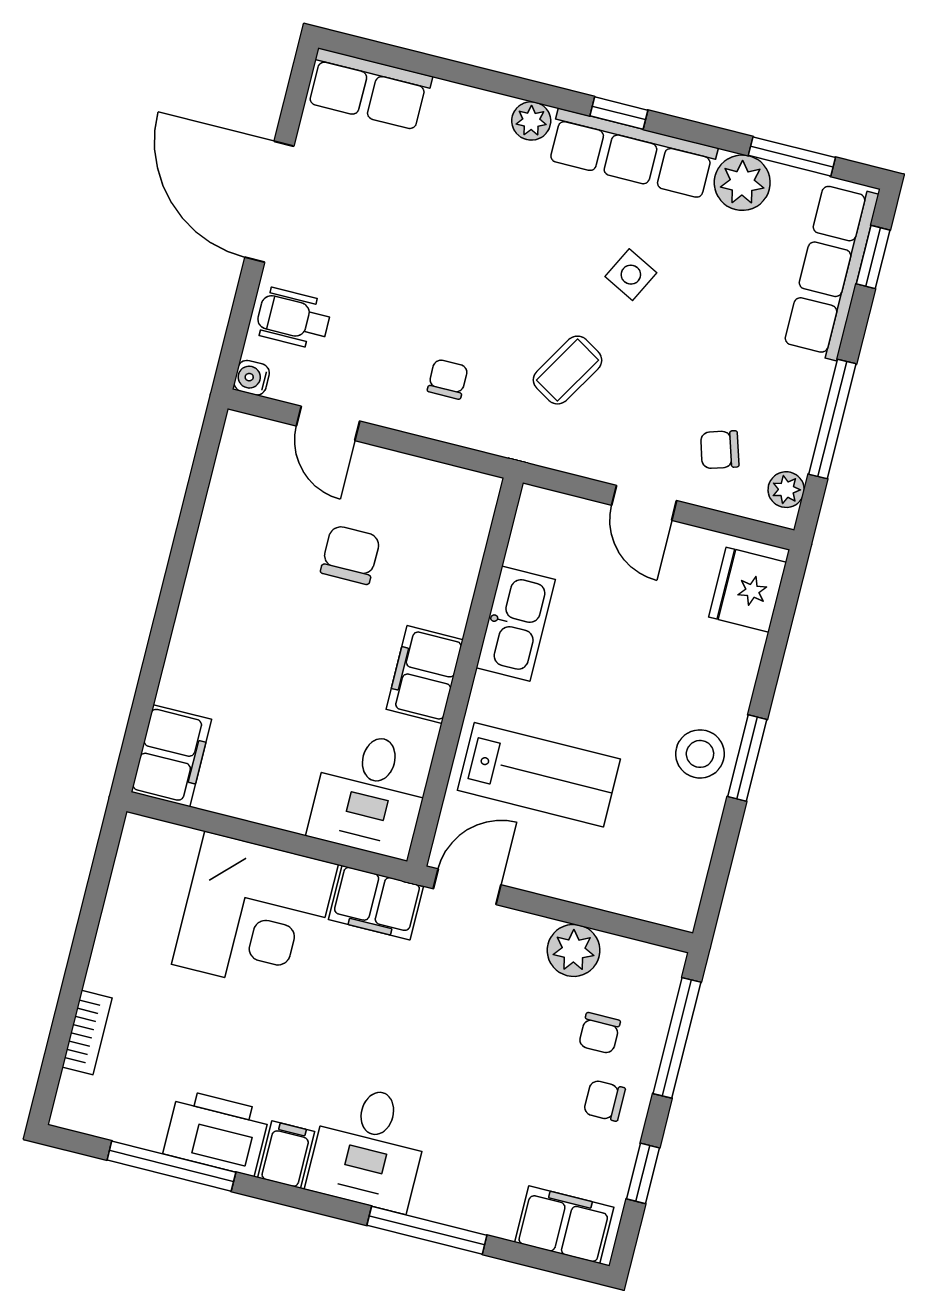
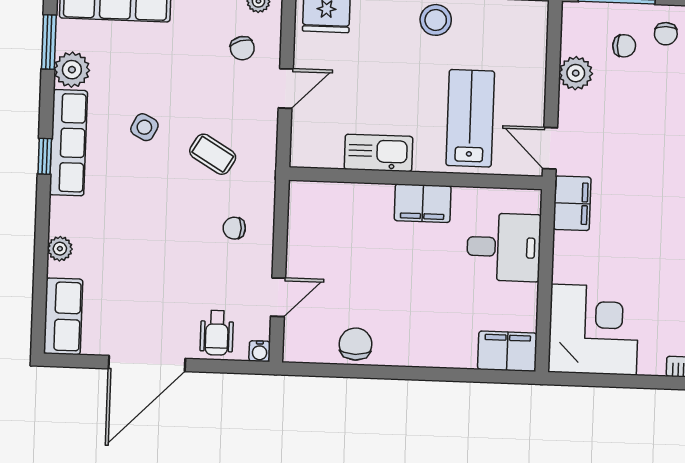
plant: (531, 121) -> (60, 249), moved
chair: (350, 555) -> (355, 344), moved, turned 90
desk: (370, 794) -> (504, 247), moved
corner desk: (255, 914) -> (594, 330), moved

